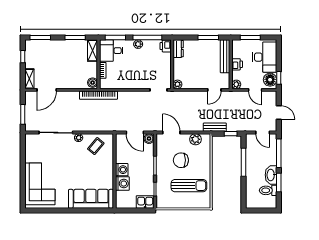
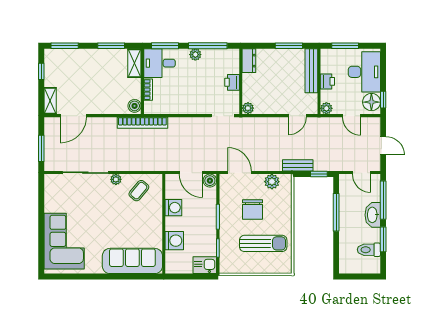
printer: (166, 46) -> (232, 82), moved
chair: (181, 160) -> (252, 210), turned -90
washing machine: (122, 170) -> (173, 208), moved
washbasin: (271, 175) -> (373, 215), moved

